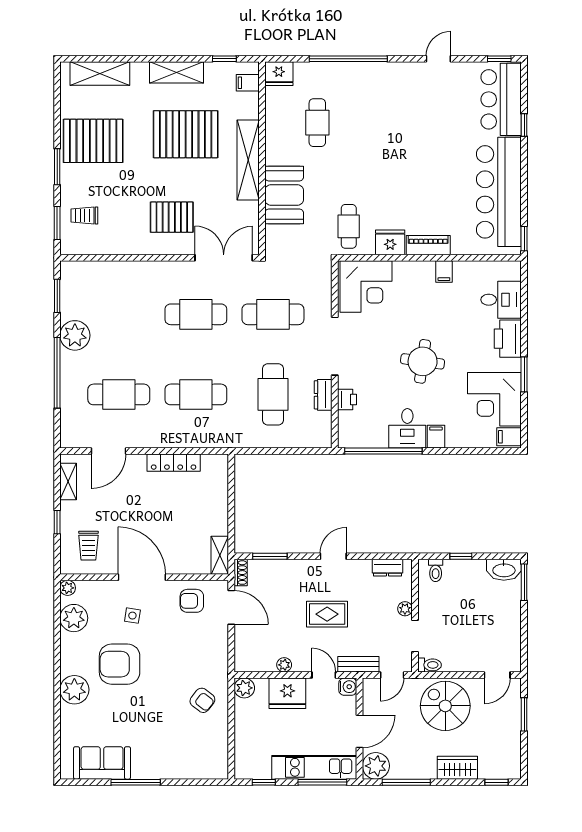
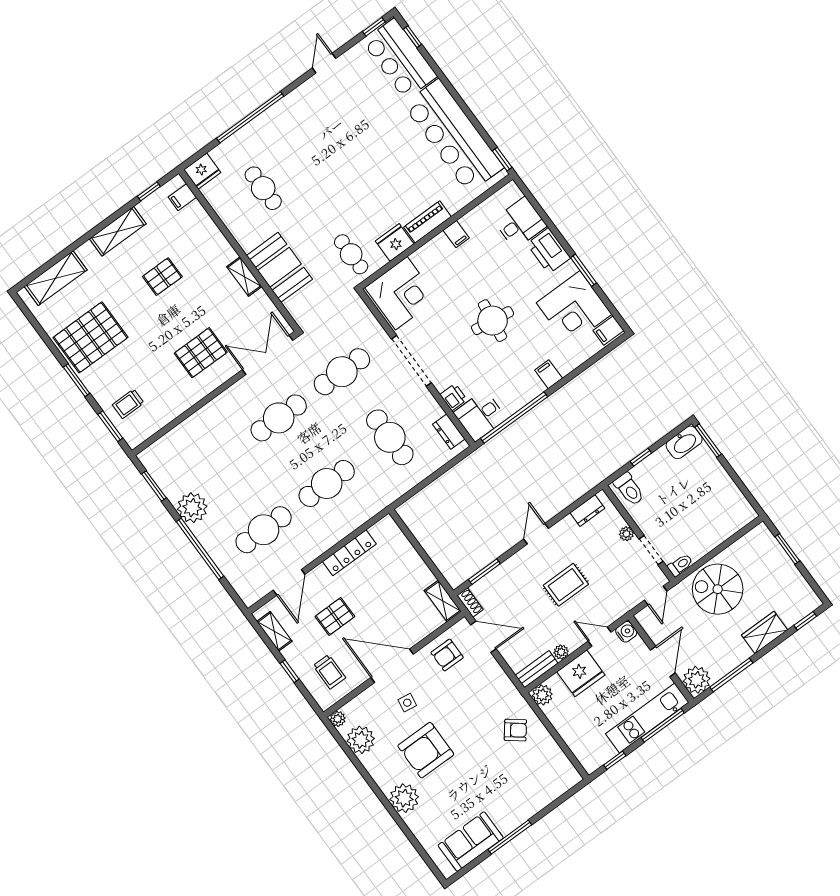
window: (524, 125) -> (412, 37), moved
pallet: (186, 134) -> (162, 277), width x0.49, depth x0.50
shelving: (248, 160) -> (244, 277), width x0.45, depth x0.75
dresser: (323, 395) -> (449, 432), moved
desk: (407, 428) -> (480, 416), moved, turned 90
pallet: (125, 505) -> (335, 616), added
toilet: (436, 570) -> (629, 489), width x1.37, depth x1.39
bench: (358, 664) -> (537, 669), moved
door: (497, 675) -> (742, 533), removed

